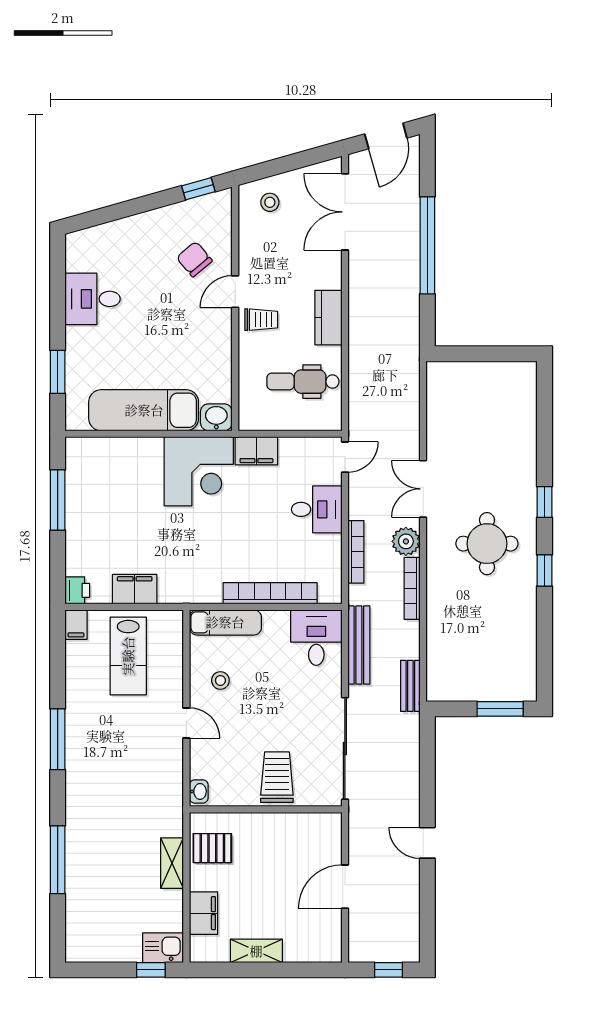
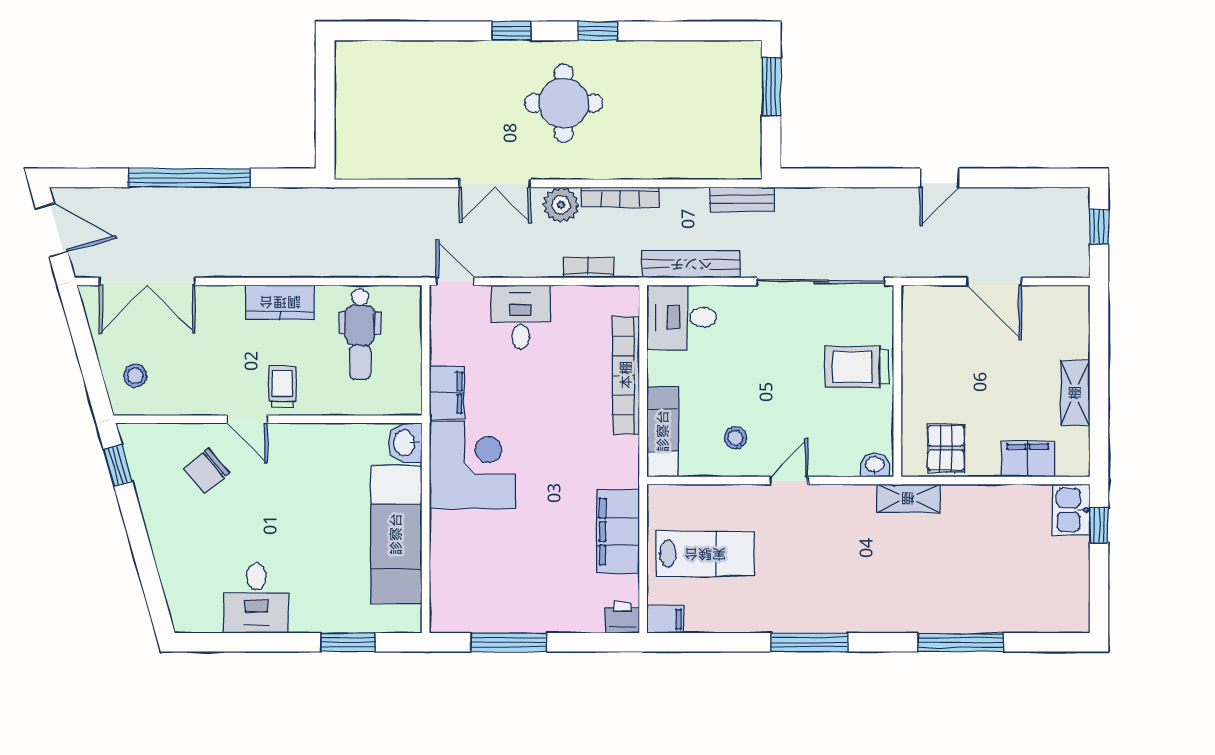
bookcase: (356, 552) -> (588, 268), width x0.64
filing cabinet: (135, 589) -> (618, 532), width x1.50, depth x1.17
shelving: (172, 863) -> (908, 498), moved

